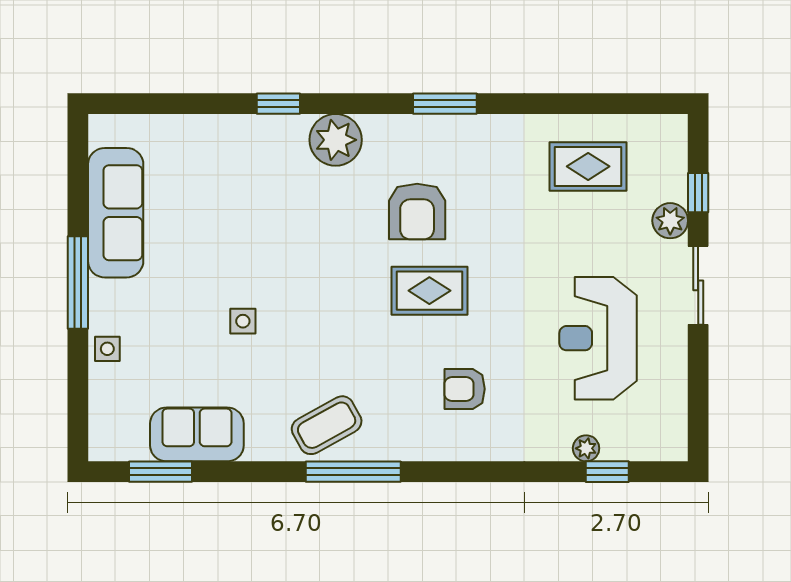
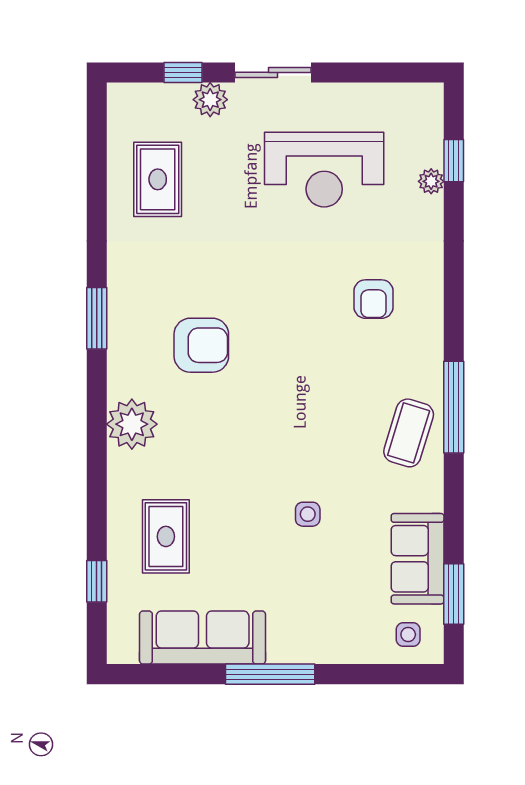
window: (278, 104) -> (97, 581), moved
rug: (429, 291) -> (166, 536), moved
side table: (107, 349) -> (408, 634), moved
coffee table: (327, 425) -> (409, 433), turned 46

